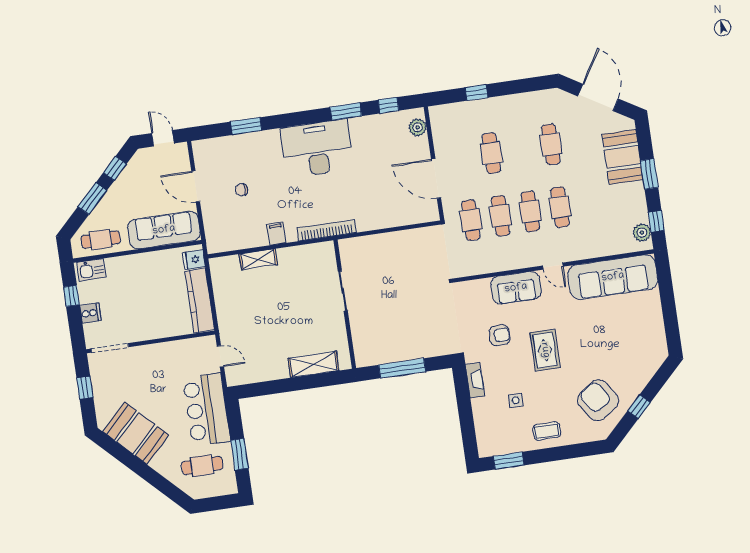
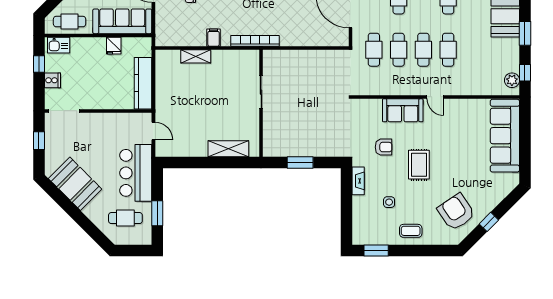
fridge: (194, 260) -> (114, 46), moved, turned -90
sofa: (613, 277) -> (505, 136), moved, turned 90
window: (402, 368) -> (300, 162), width x0.69

